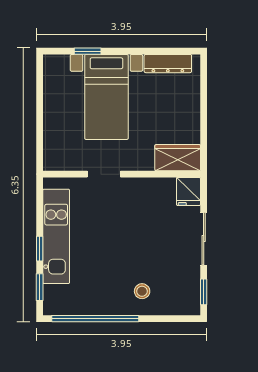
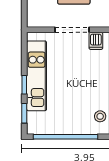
doorway: (104, 174) -> (72, 30), width x1.38
dishwasher: (136, 189) -> (96, 41), added

